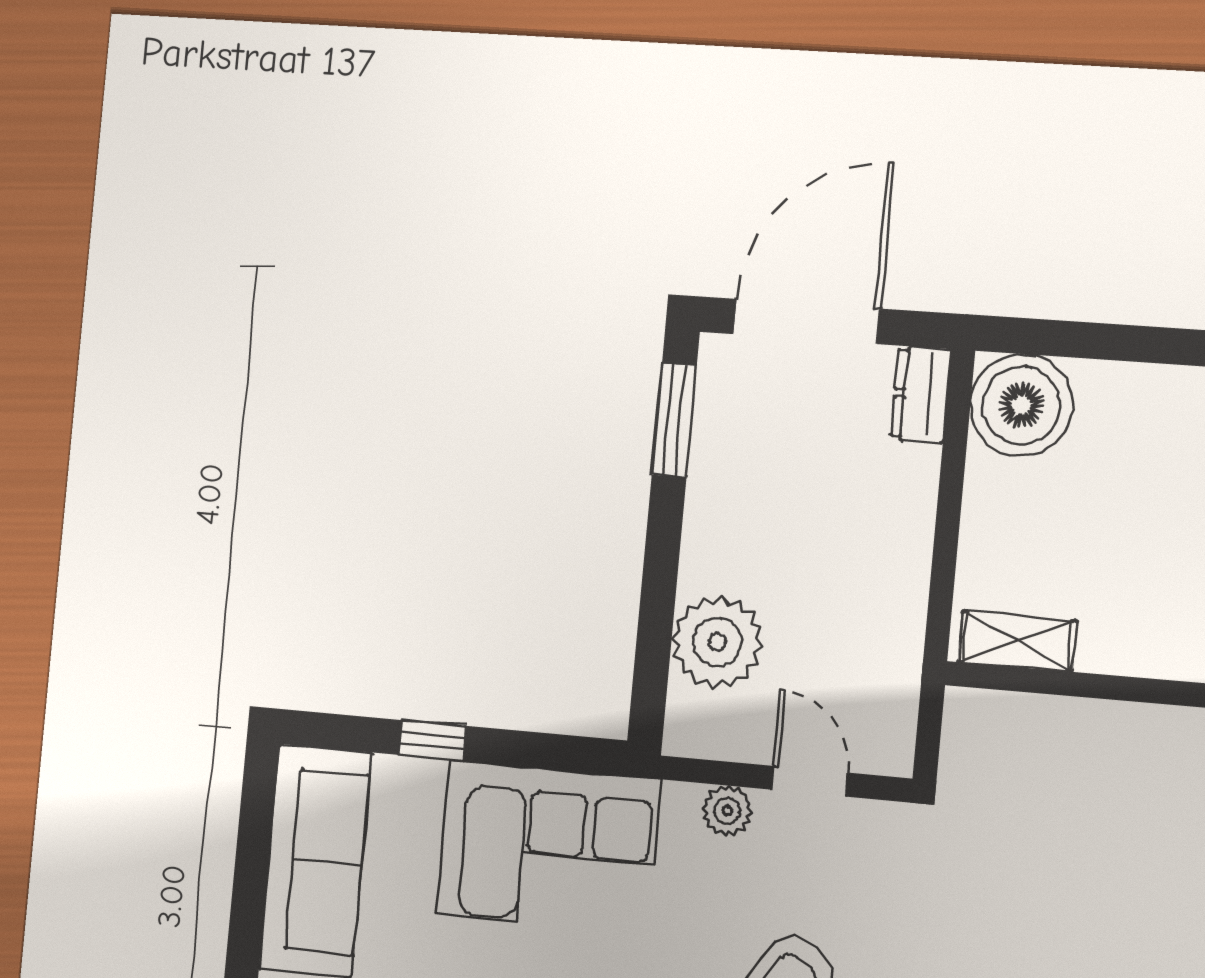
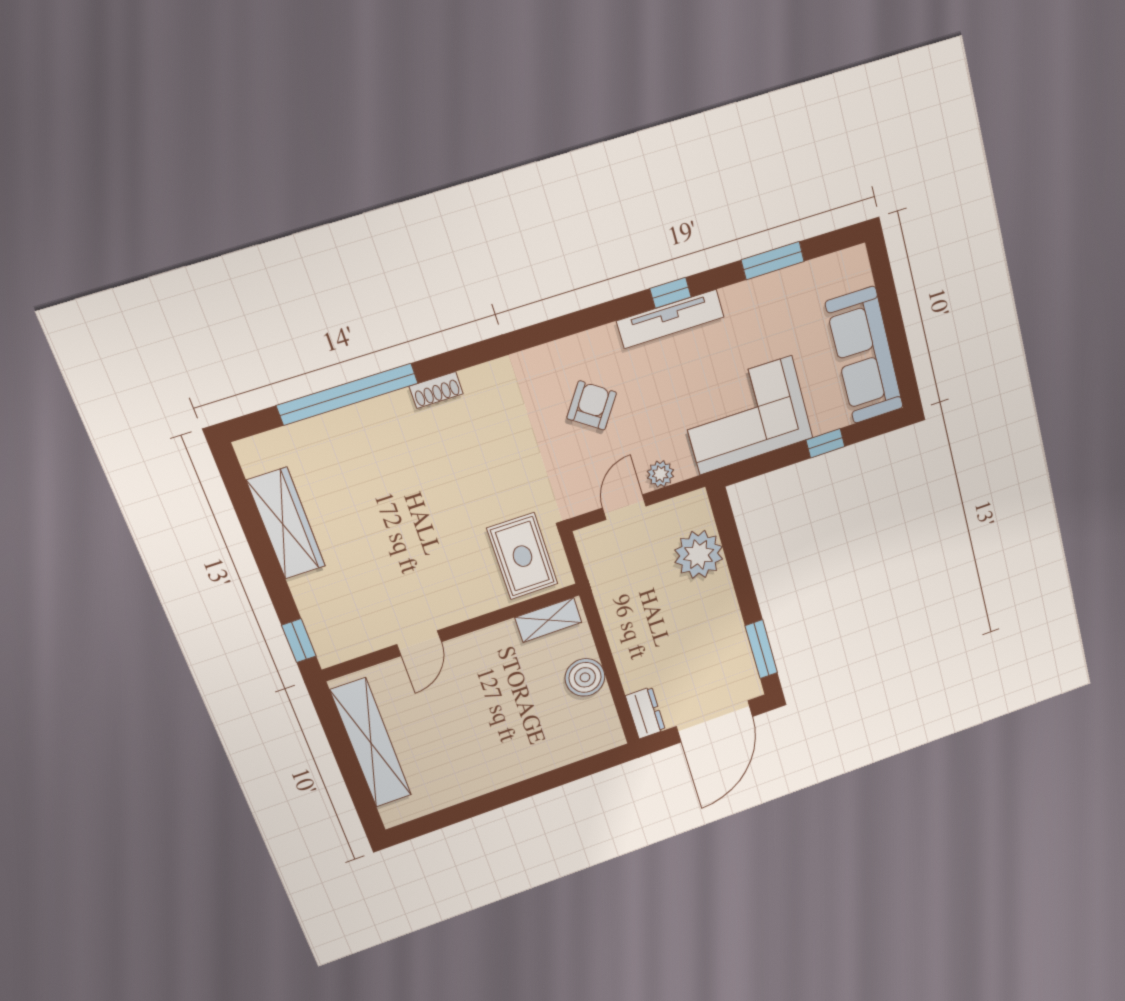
boiler: (1021, 405) -> (585, 677), moved, width x0.73, depth x0.73
rug: (1013, 773) -> (522, 556), added
door: (809, 781) -> (624, 507), swing flipped

